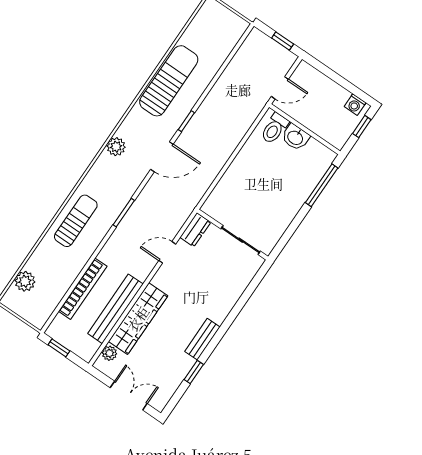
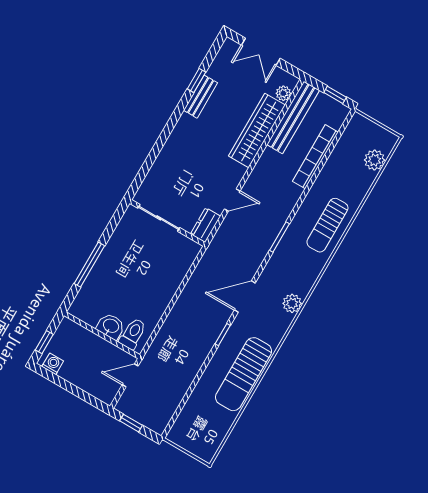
window: (322, 185) -> (89, 265), moved
bench: (115, 309) -> (293, 117), moved
bench: (202, 339) -> (201, 97), moved

